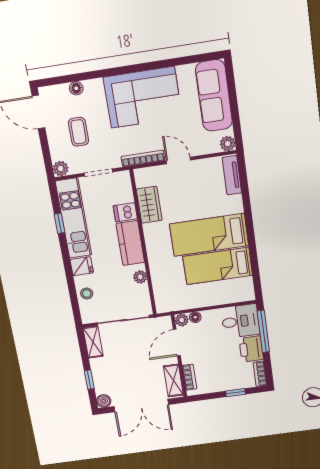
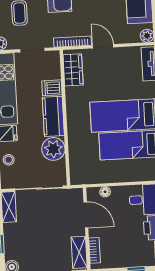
wardrobe: (149, 205) -> (73, 70), moved
plant: (140, 277) -> (53, 149), width x1.88, depth x1.88
plant: (182, 320) -> (92, 193), removed
door: (177, 343) -> (86, 215), swing flipped

